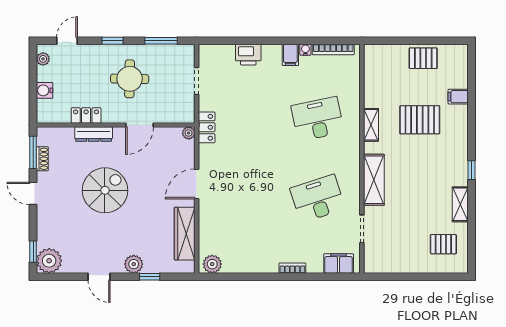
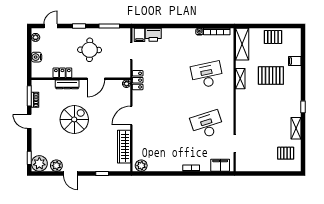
printer: (248, 55) -> (153, 35), moved
filing cabinet: (290, 55) -> (139, 35), moved
shelving: (374, 180) -> (242, 44), moved
plant: (134, 264) -> (56, 166), moved

